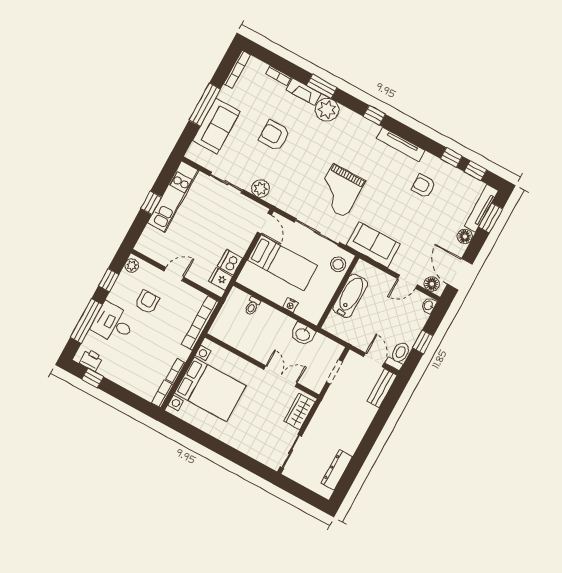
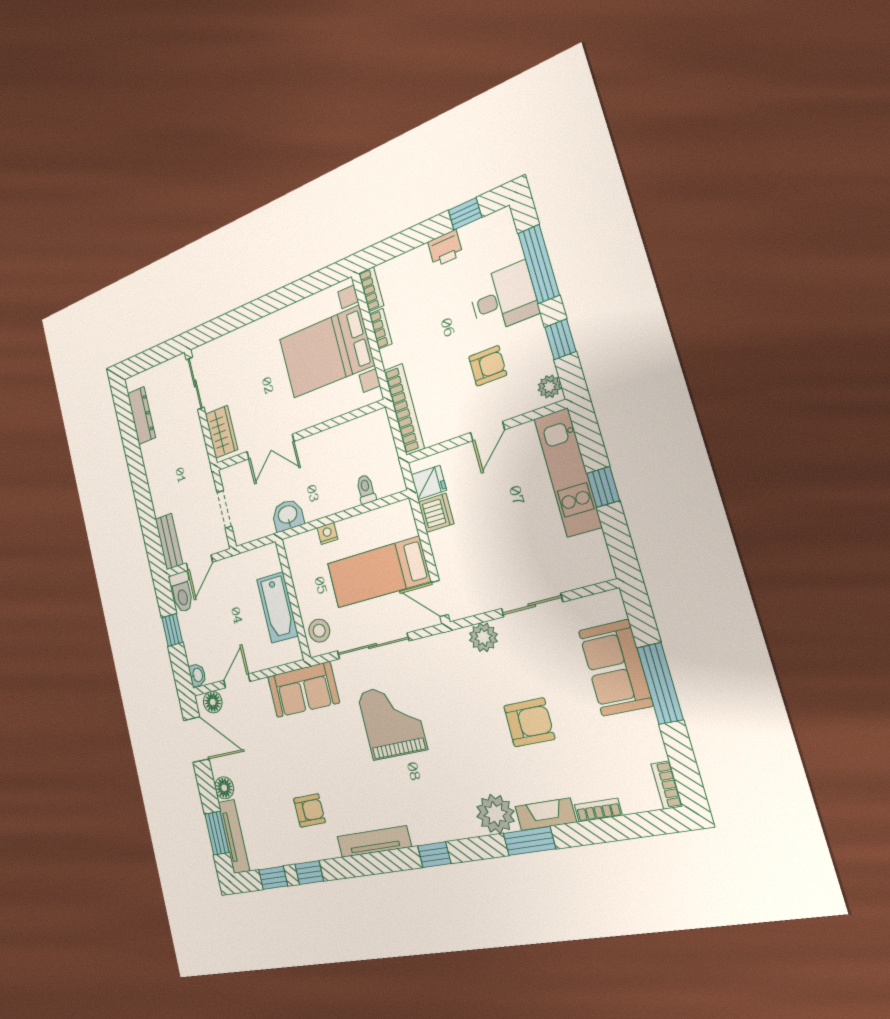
bookcase: (237, 69) -> (667, 785), width x0.64
kitchen unit: (173, 197) -> (568, 472), moved
armchair: (147, 302) -> (488, 366), turned -90
printer: (91, 360) -> (445, 248), moved
door: (374, 360) -> (199, 563), hinge flipped

